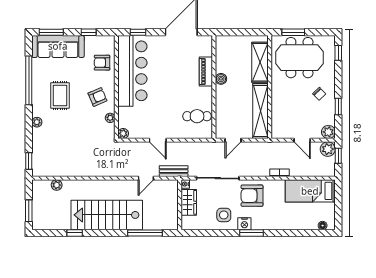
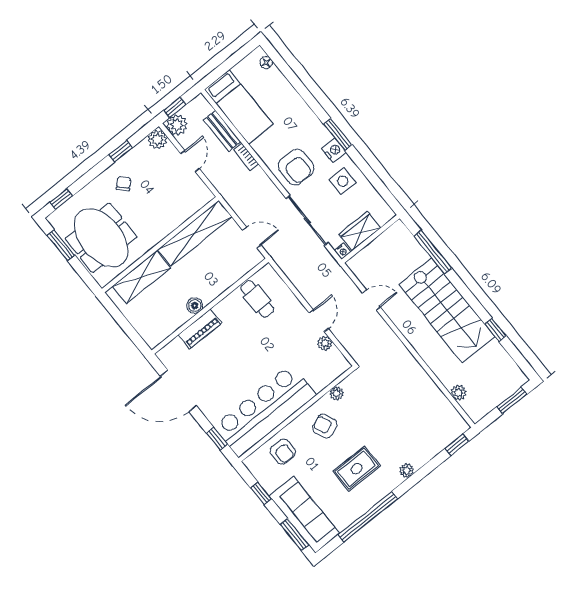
window: (293, 32) -> (61, 245), moved
plant: (123, 133) -> (325, 343), moved
bench: (174, 171) -> (222, 131), moved

